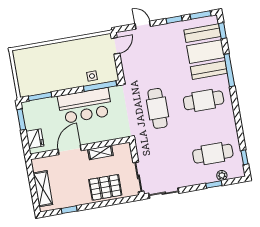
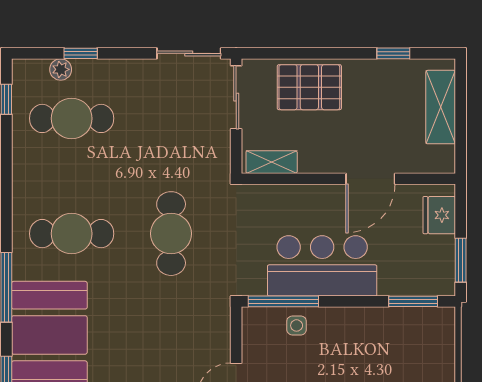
shelving: (100, 152) -> (272, 162), moved

